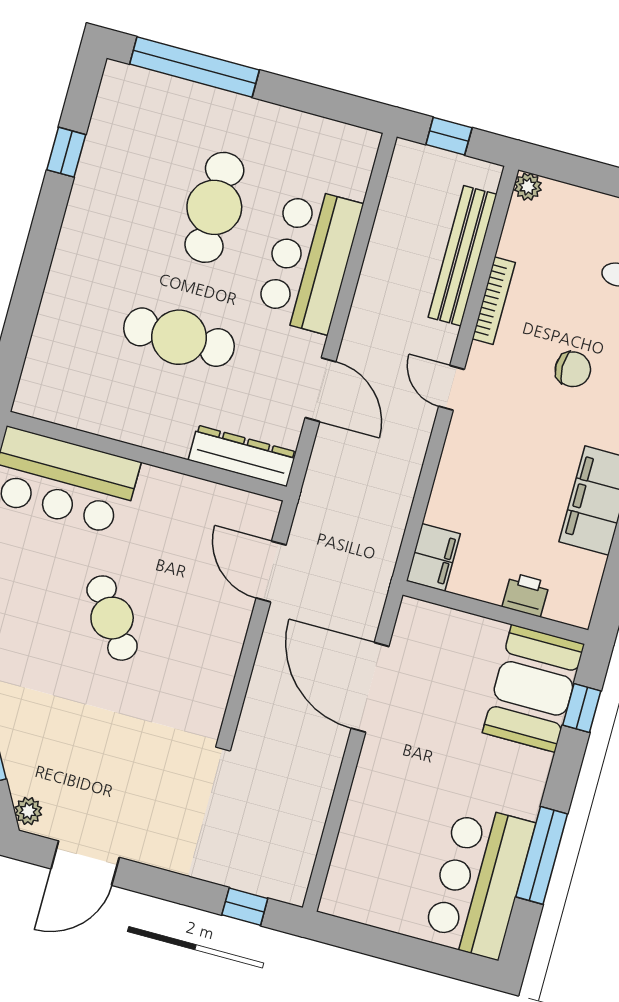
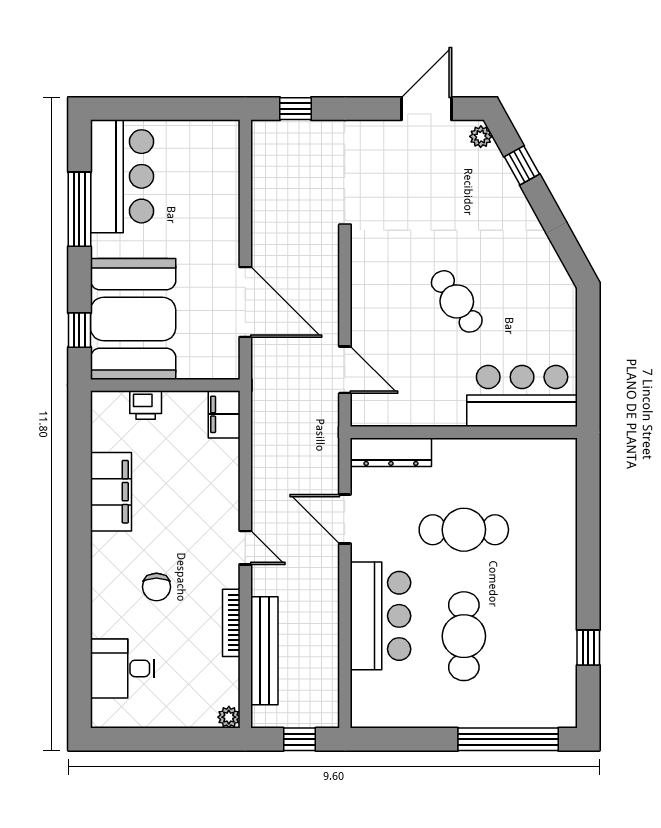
chair: (573, 369) -> (156, 587), turned -90
booth: (533, 688) -> (133, 319), width x1.36, depth x1.42

